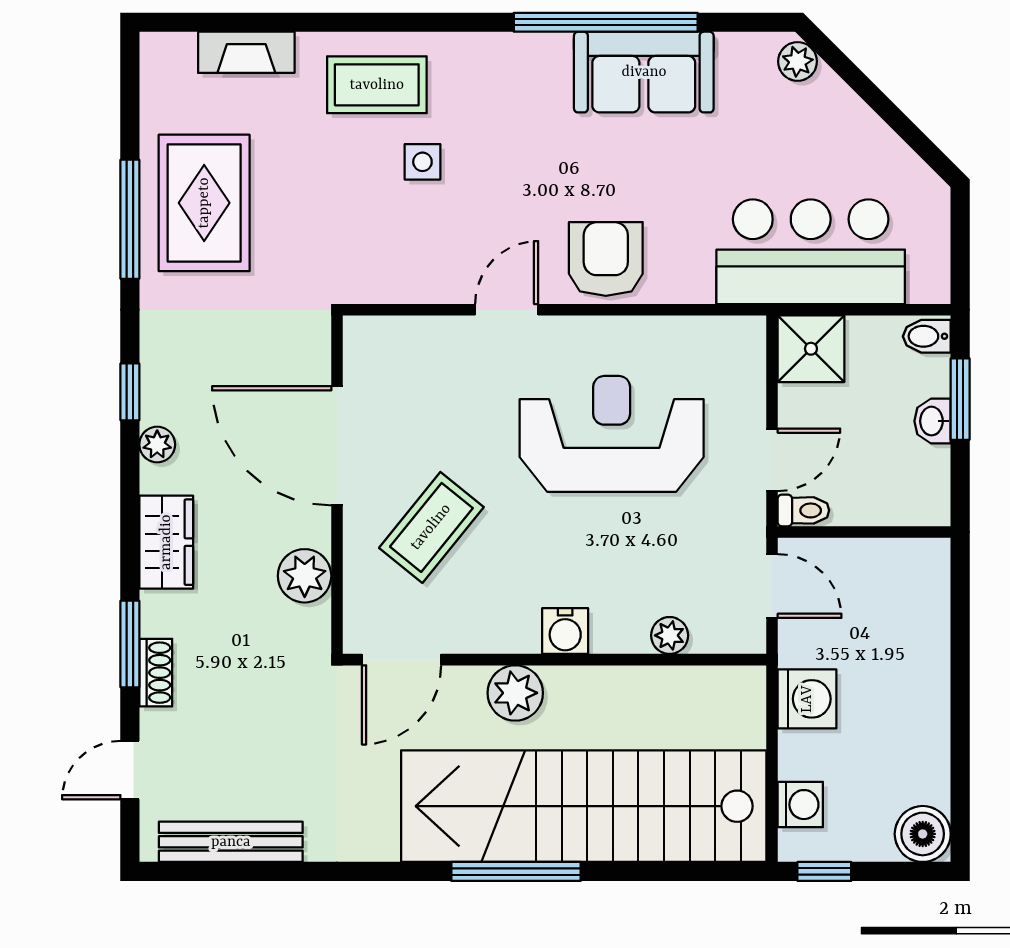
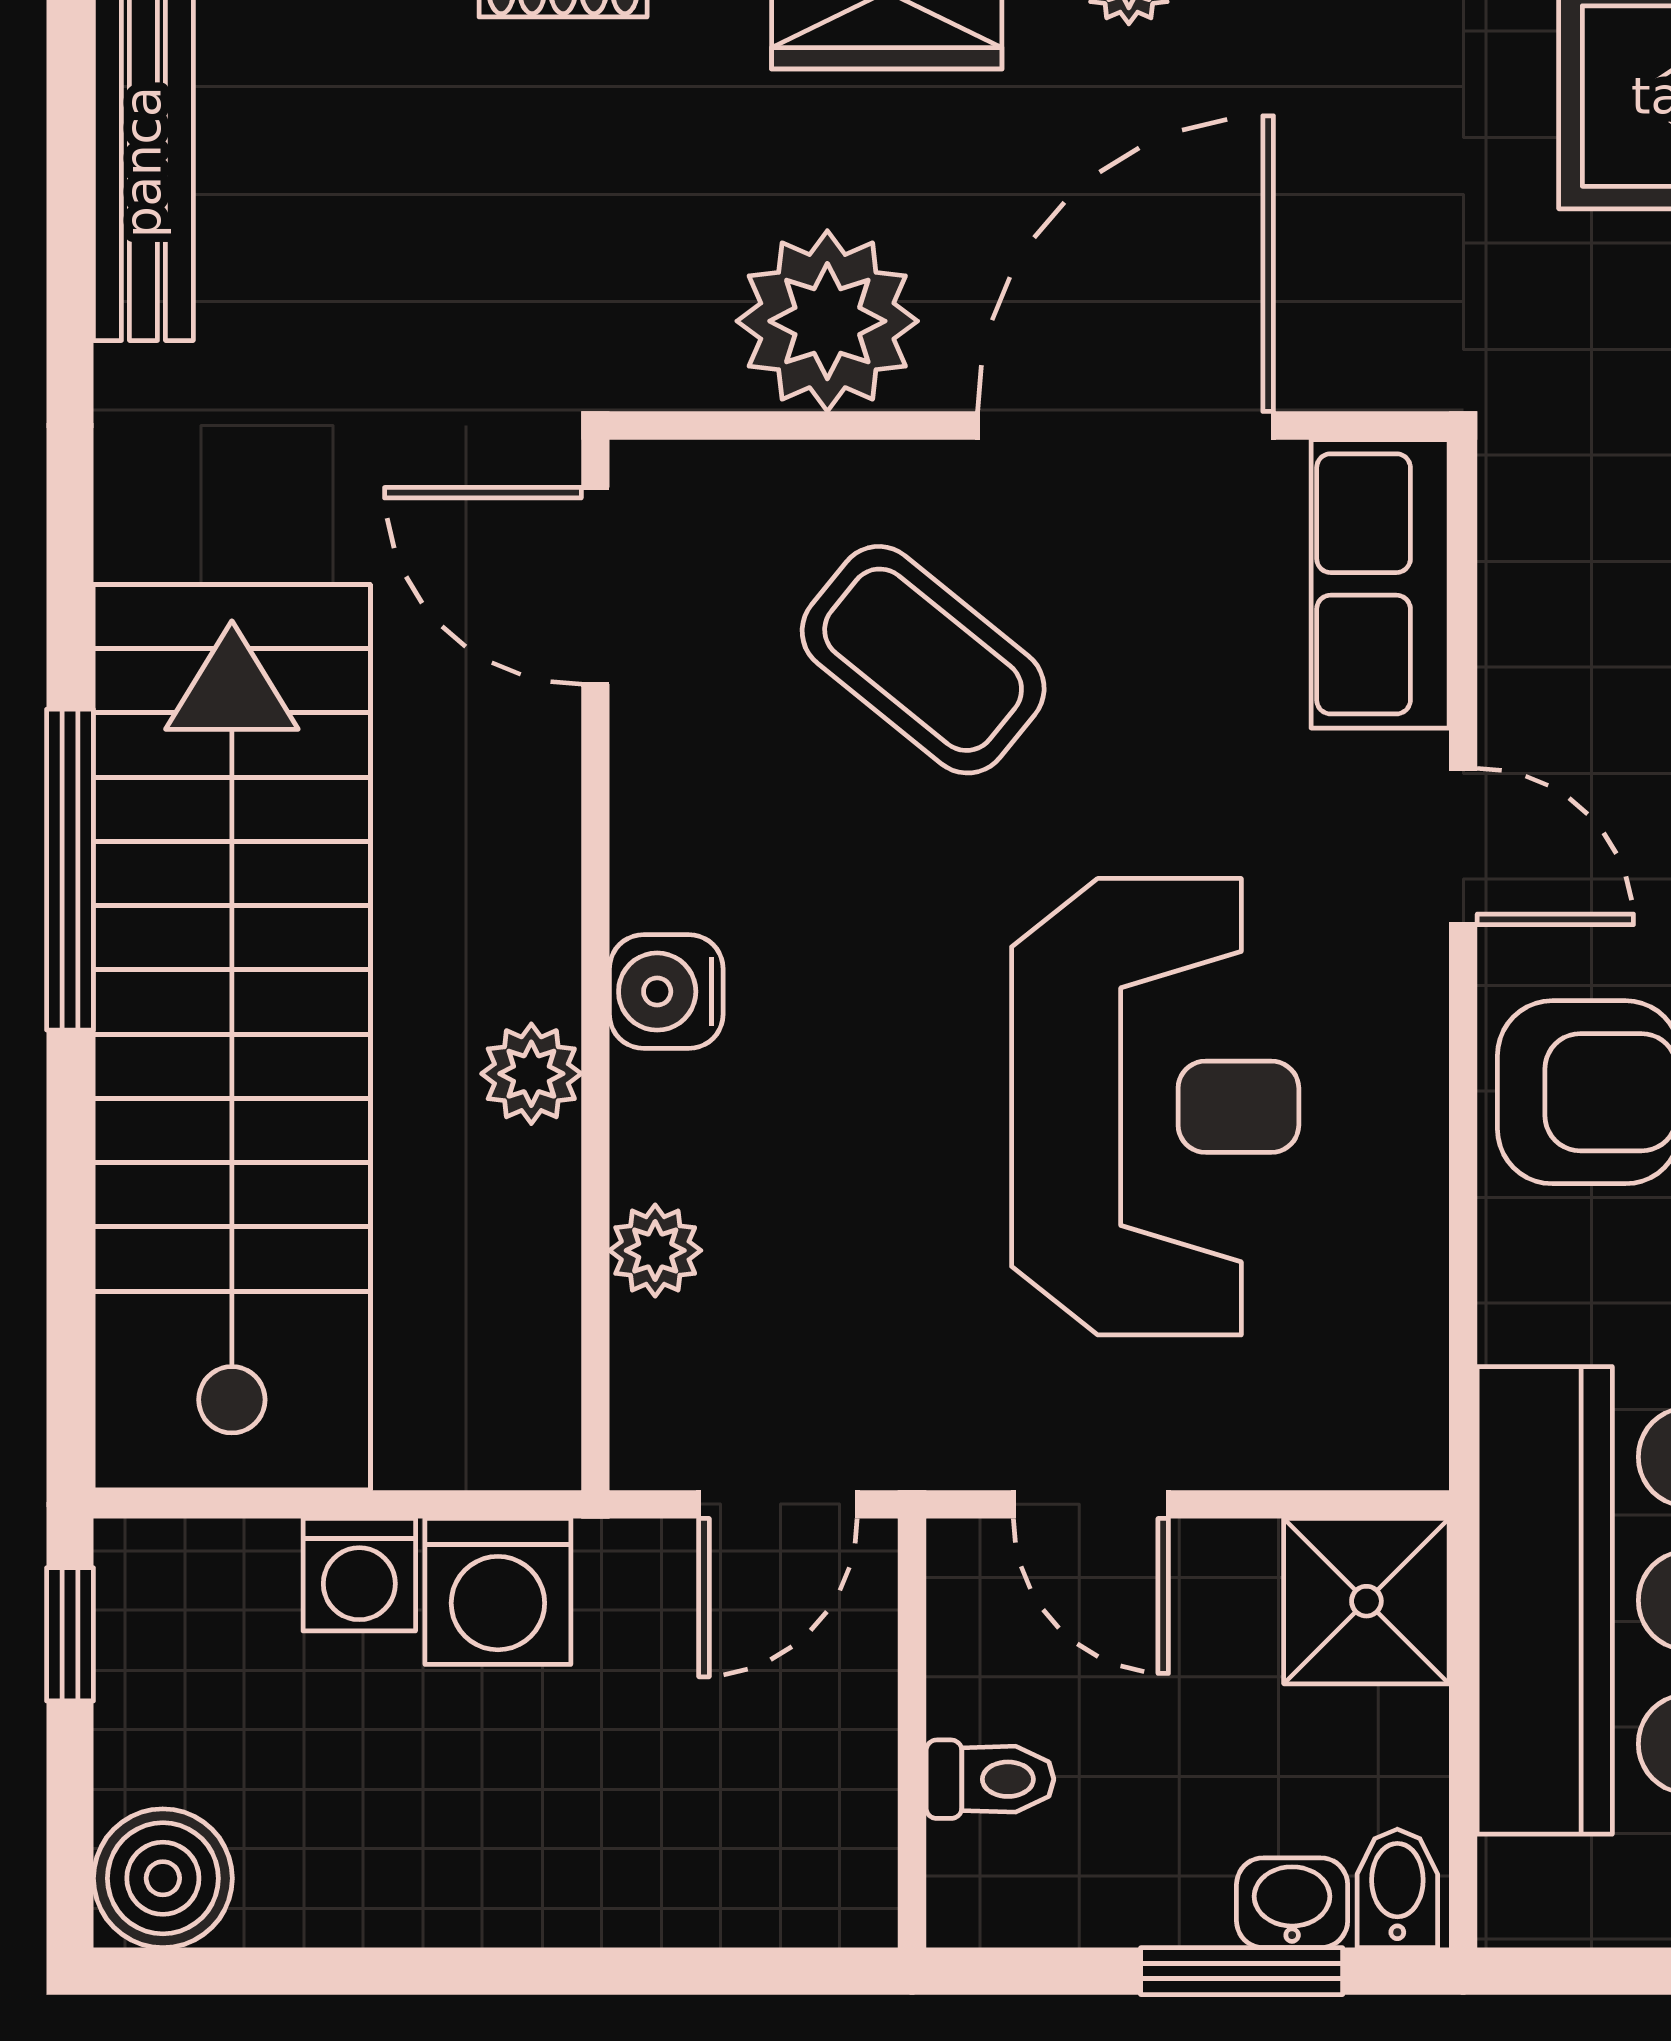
row of seats: (401, 343) -> (1380, 584), added
washbasin: (933, 421) -> (1292, 1903), moved
toilet: (803, 510) -> (990, 1779), moved, turned -90
plant: (305, 576) -> (827, 321), width x1.36, depth x1.36
plant: (515, 693) -> (531, 1074), moved, width x0.73, depth x0.73
washing machine: (800, 805) -> (359, 1575), moved

